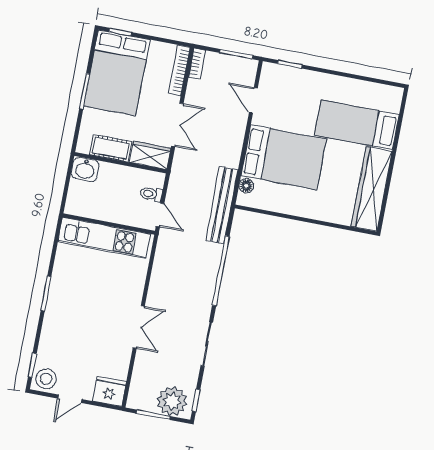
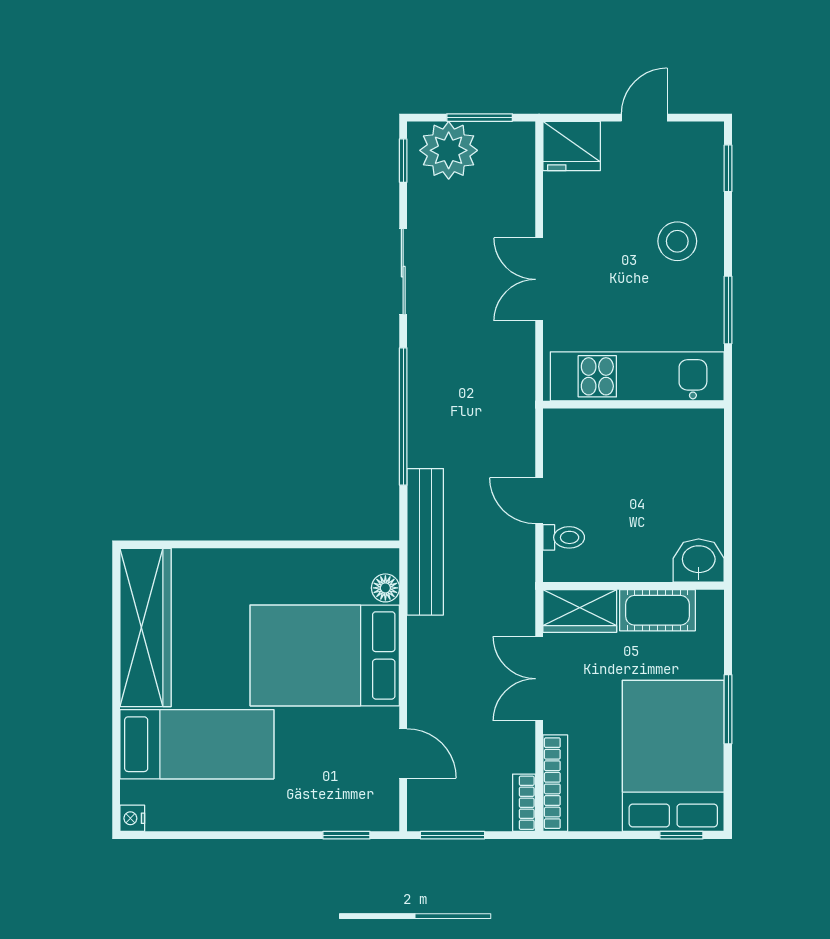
nightstand: (397, 94) -> (132, 818), added
wall: (109, 224) -> (634, 405), moved
kitchen unit: (104, 238) -> (637, 376), moved
stool: (46, 379) -> (677, 241), moved

